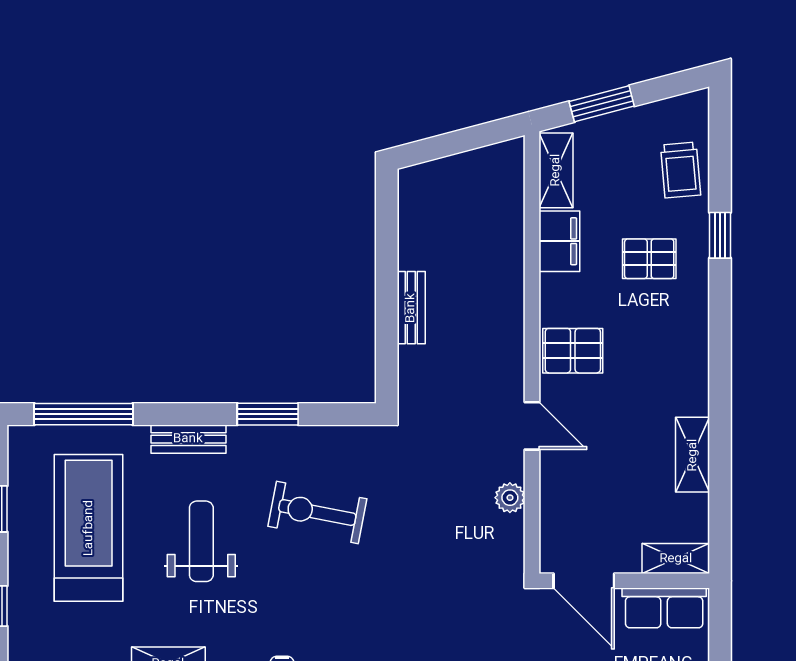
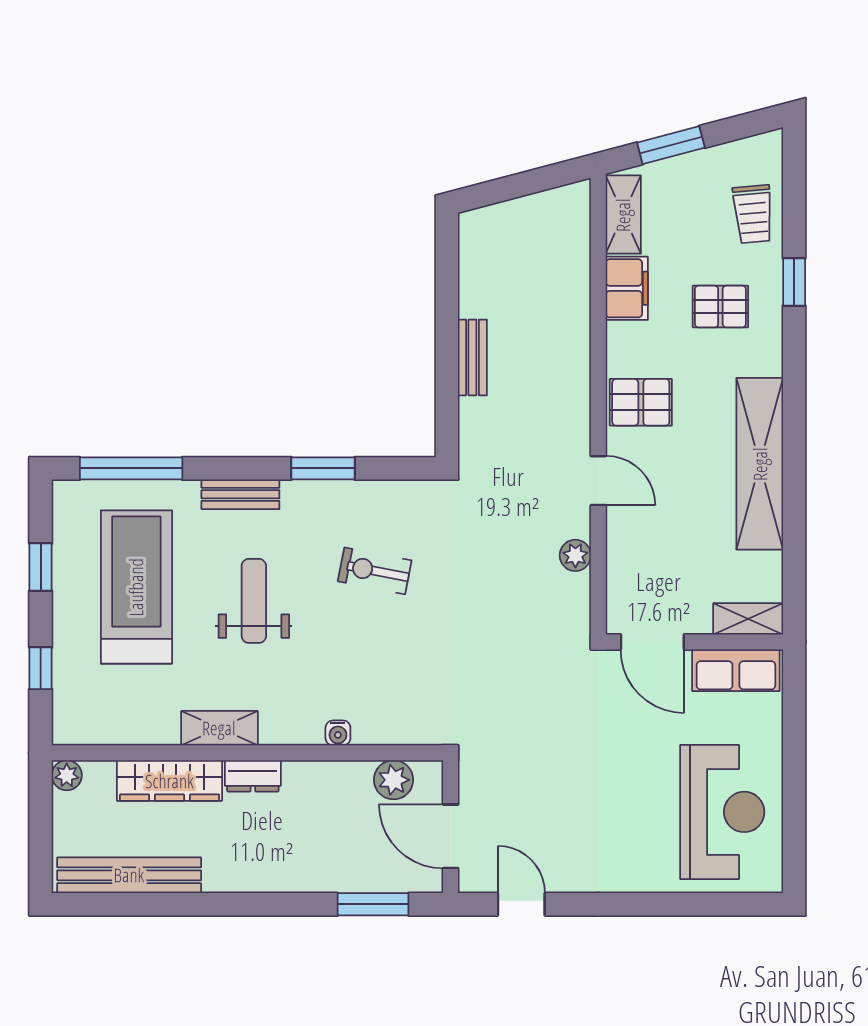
shelving: (693, 455) -> (760, 464), width x2.20, depth x1.33
exercise bike: (317, 513) -> (375, 571), width x0.73, depth x0.72

